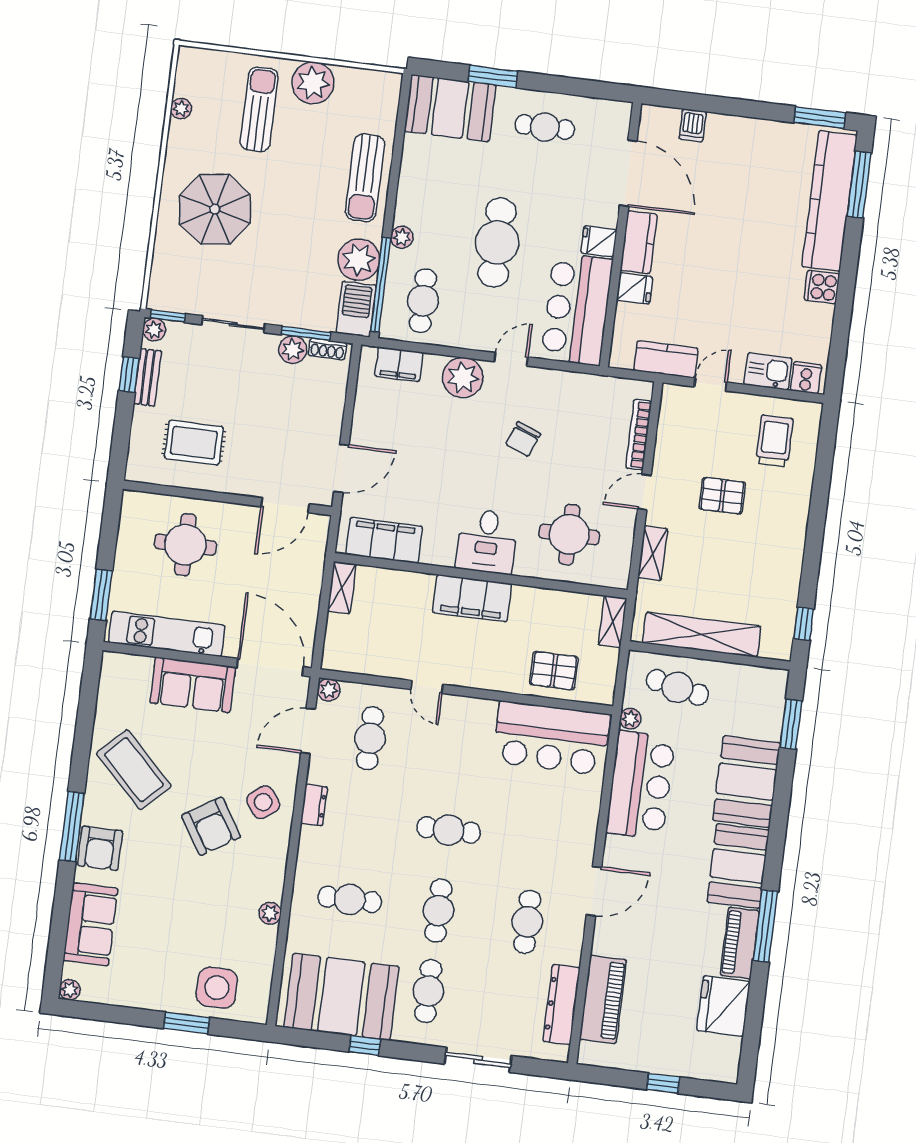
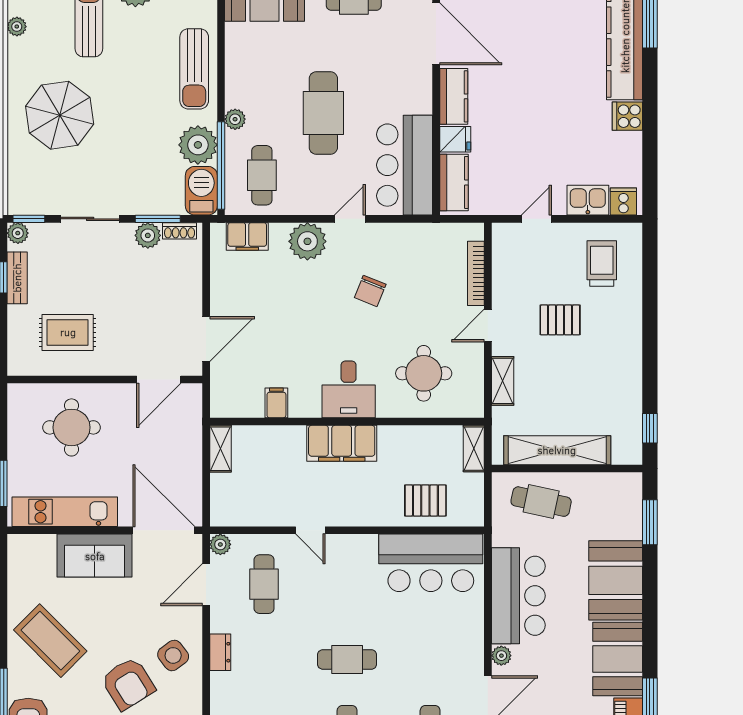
fridge: (599, 241) -> (417, 100), removed
kitchen counter: (666, 359) -> (454, 182), moved, turned 90
filing cabinet: (384, 540) -> (276, 403), width x0.33, depth x0.86
plant: (630, 719) -> (501, 656), moved

